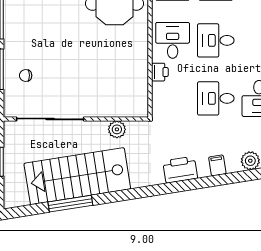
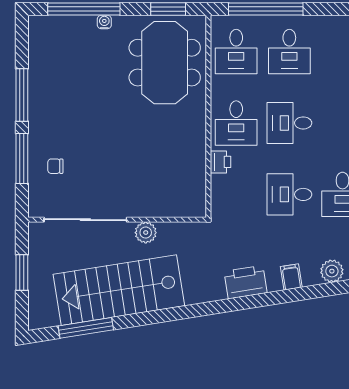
desk: (173, 40) -> (236, 123), turned 180
plant: (117, 129) -> (146, 233), moved
window: (70, 204) -> (86, 328), moved

